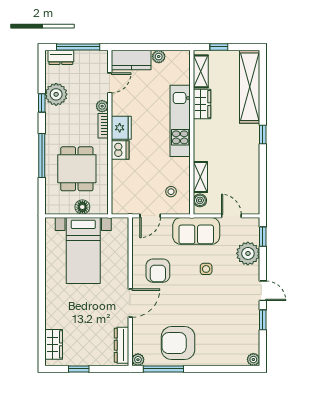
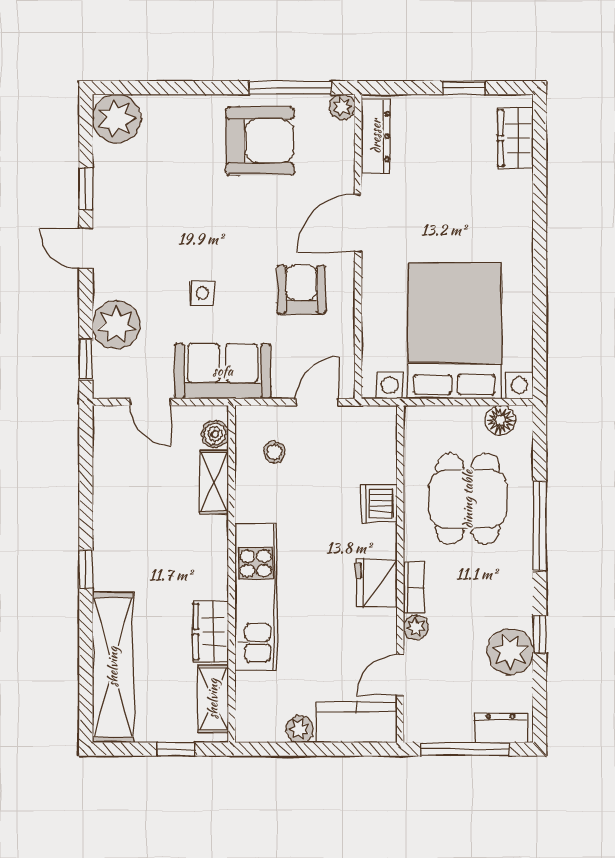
dishwasher: (120, 150) -> (379, 503), moved
floor lamp: (82, 207) -> (500, 420), moved
bed with nightstands: (83, 251) -> (455, 331), width x1.36
plant: (253, 360) -> (117, 119), width x1.88, depth x1.88

